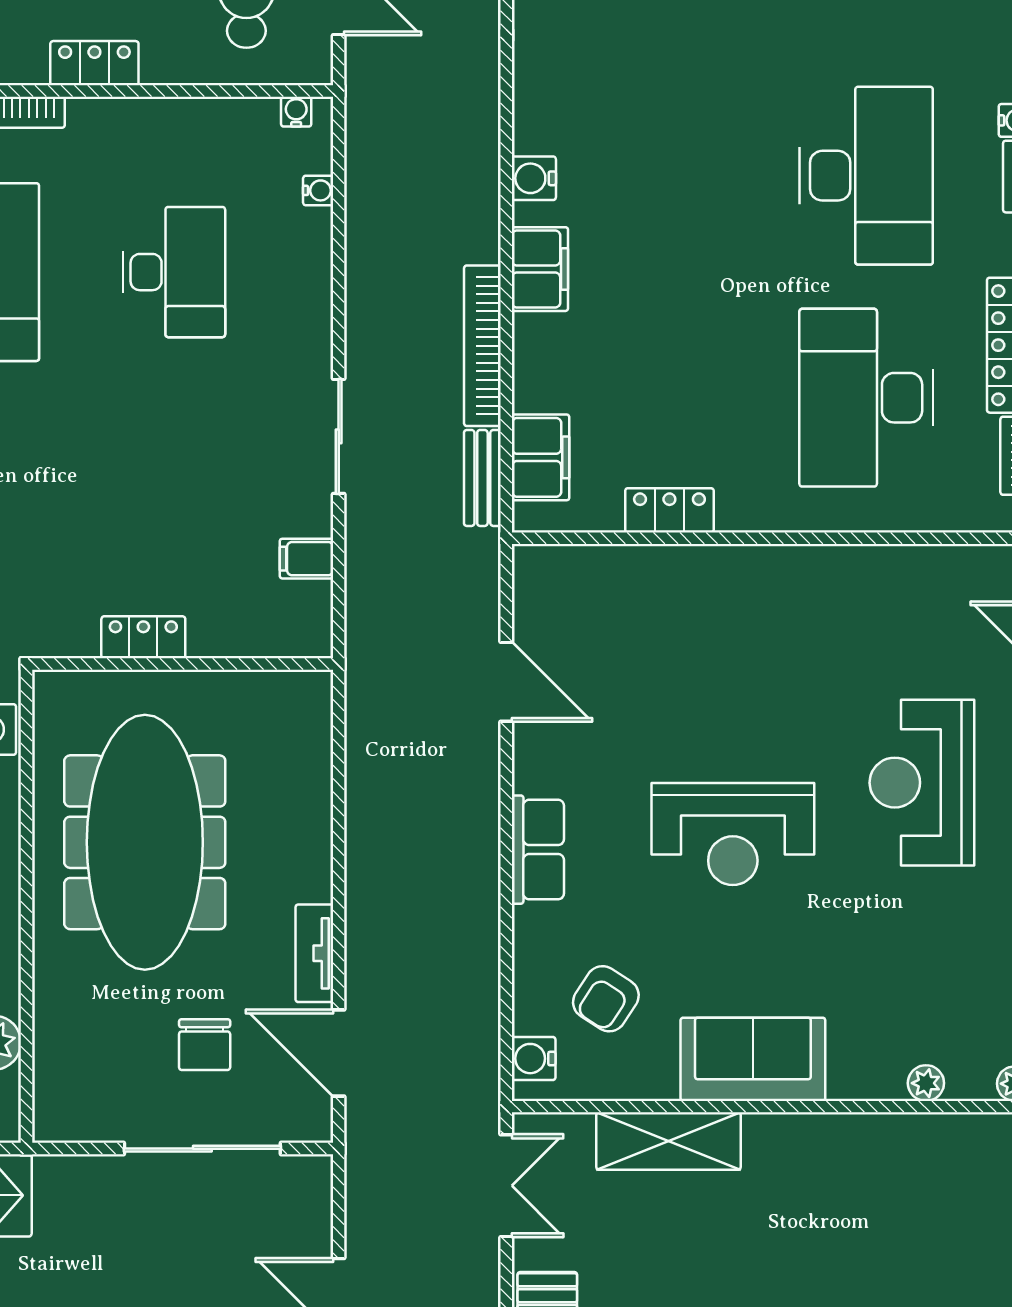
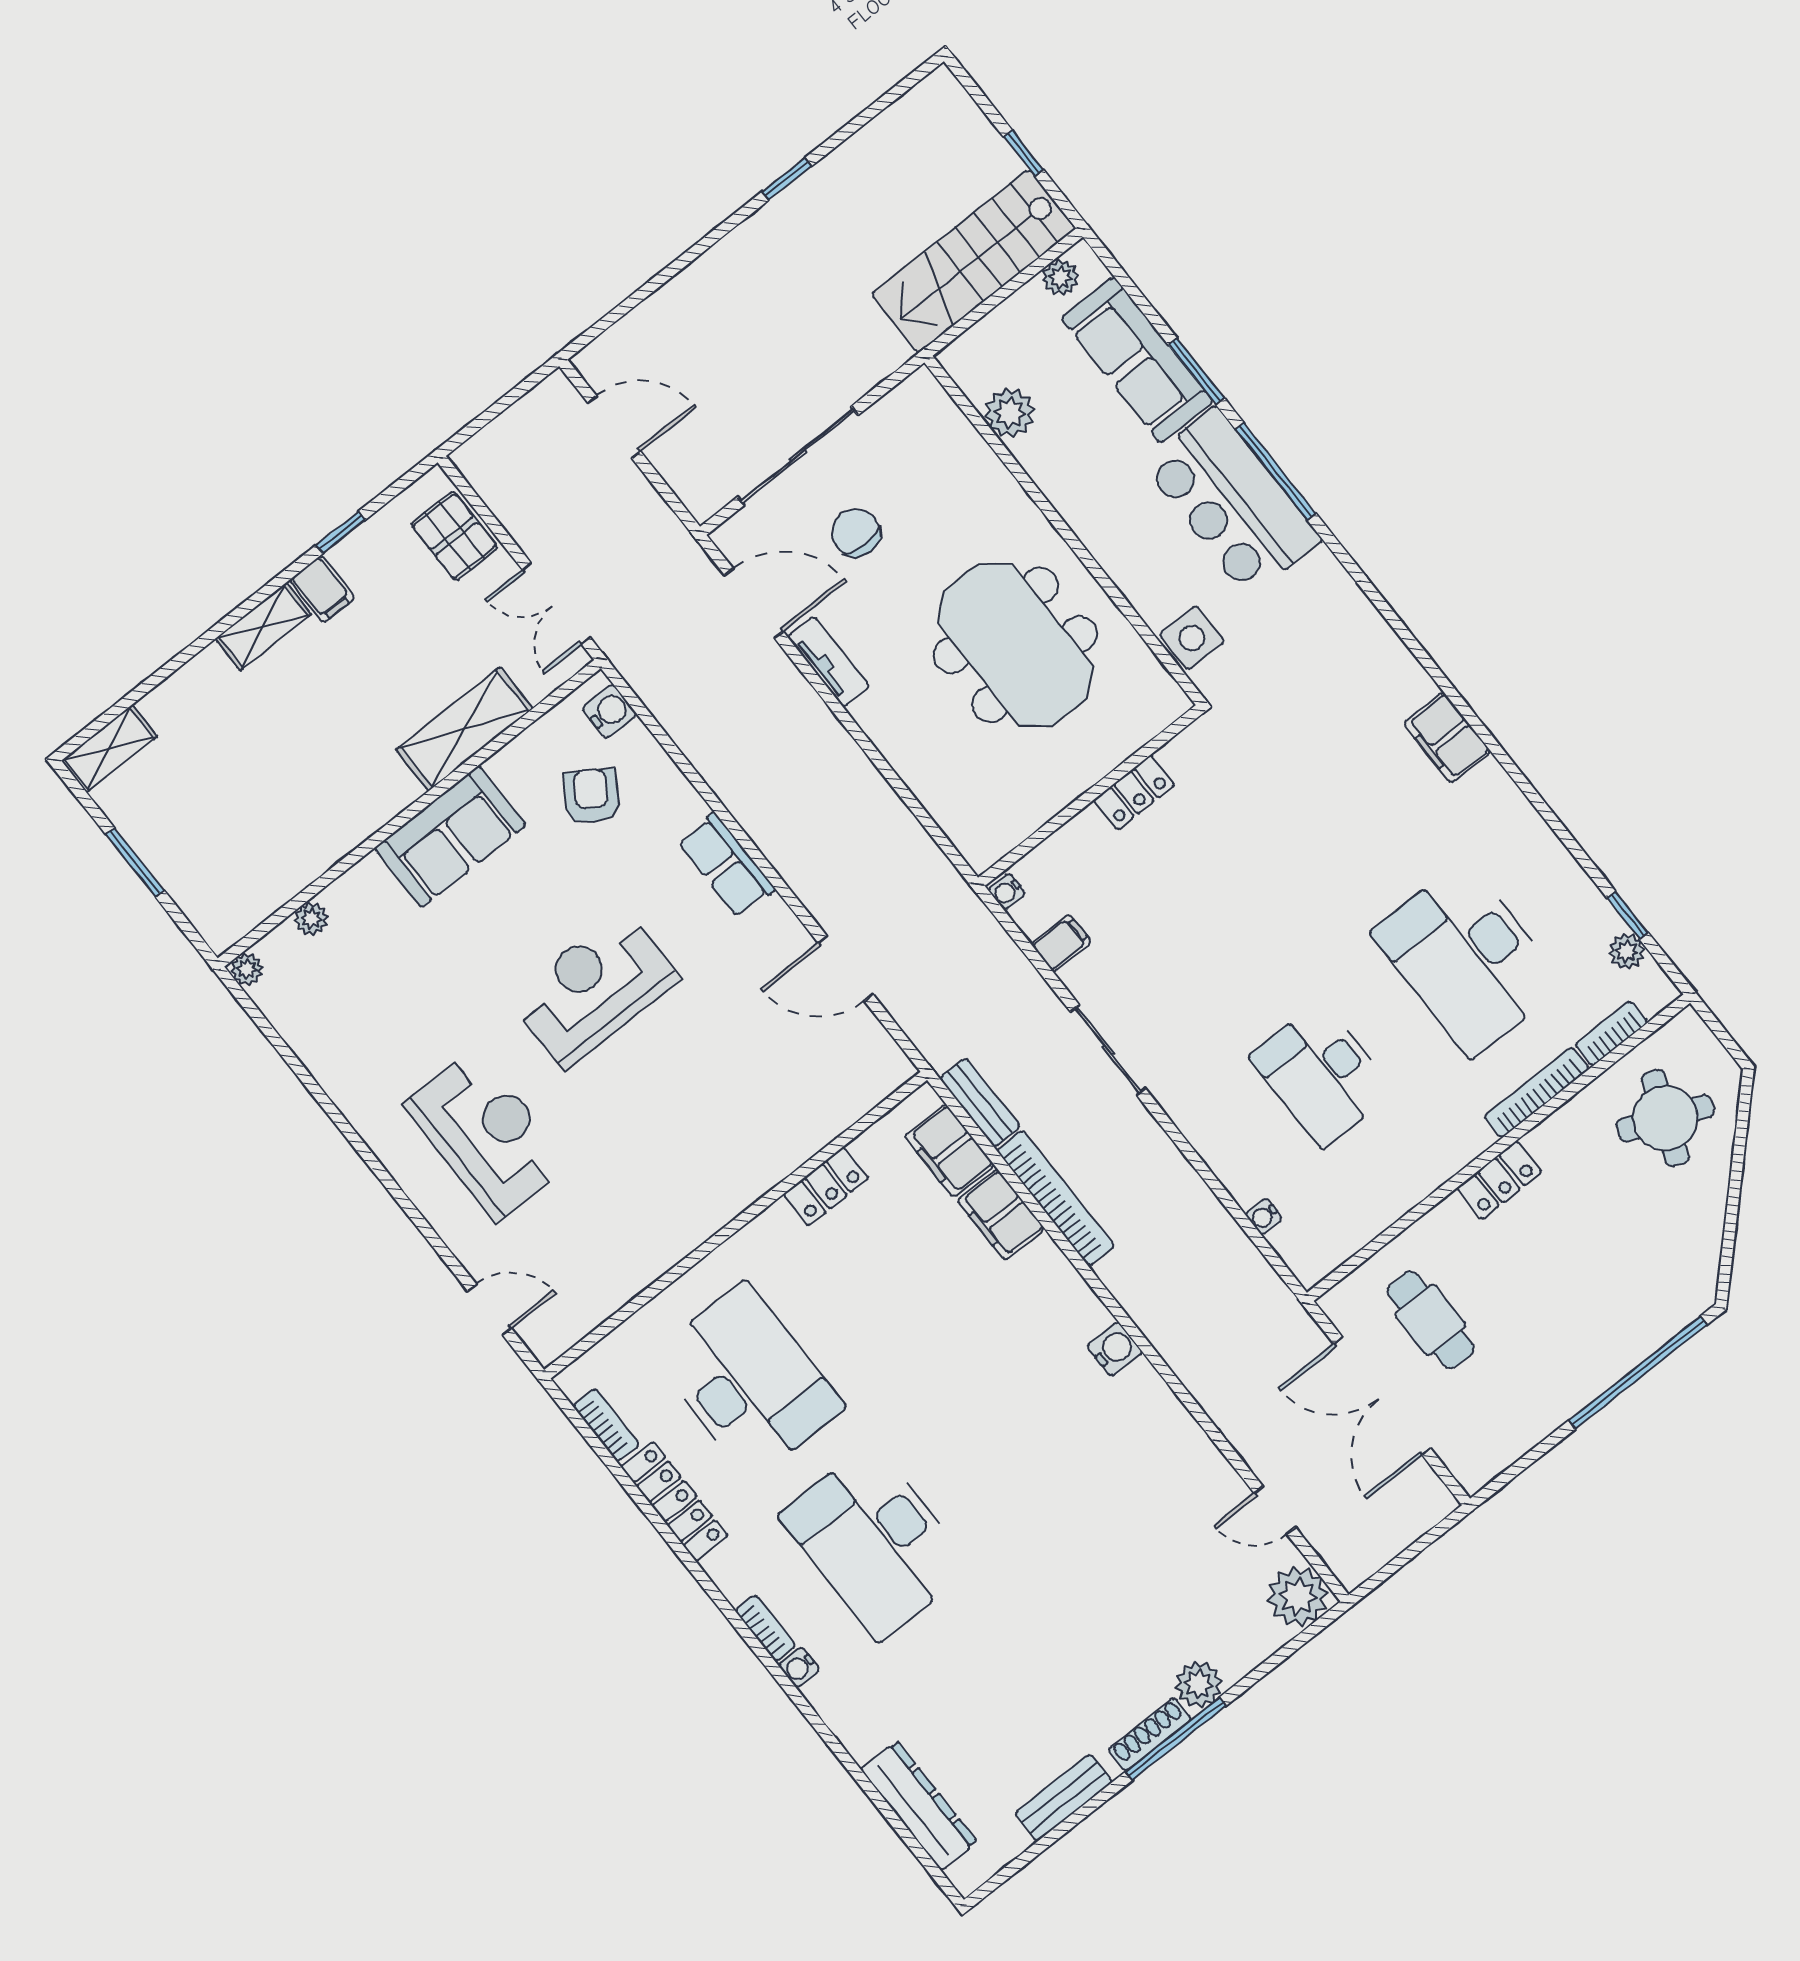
water cooler: (296, 112) -> (1007, 892), moved, turned 90
filing cabinet: (540, 269) -> (1001, 1215), moved
meeting table: (145, 842) -> (1015, 645), width x0.73

